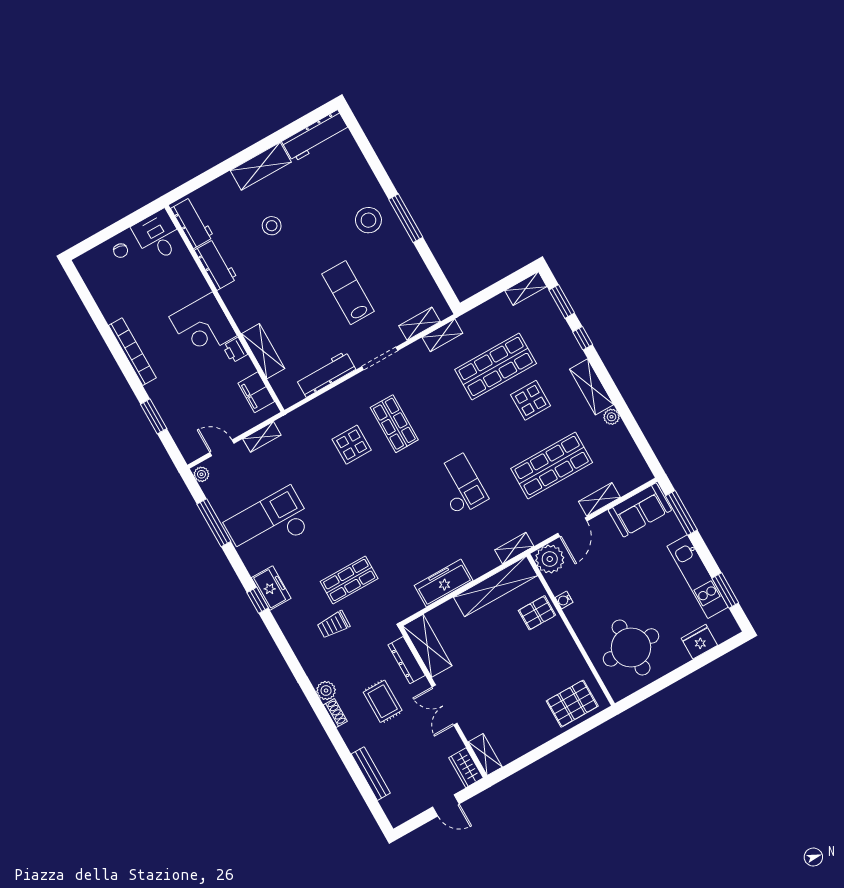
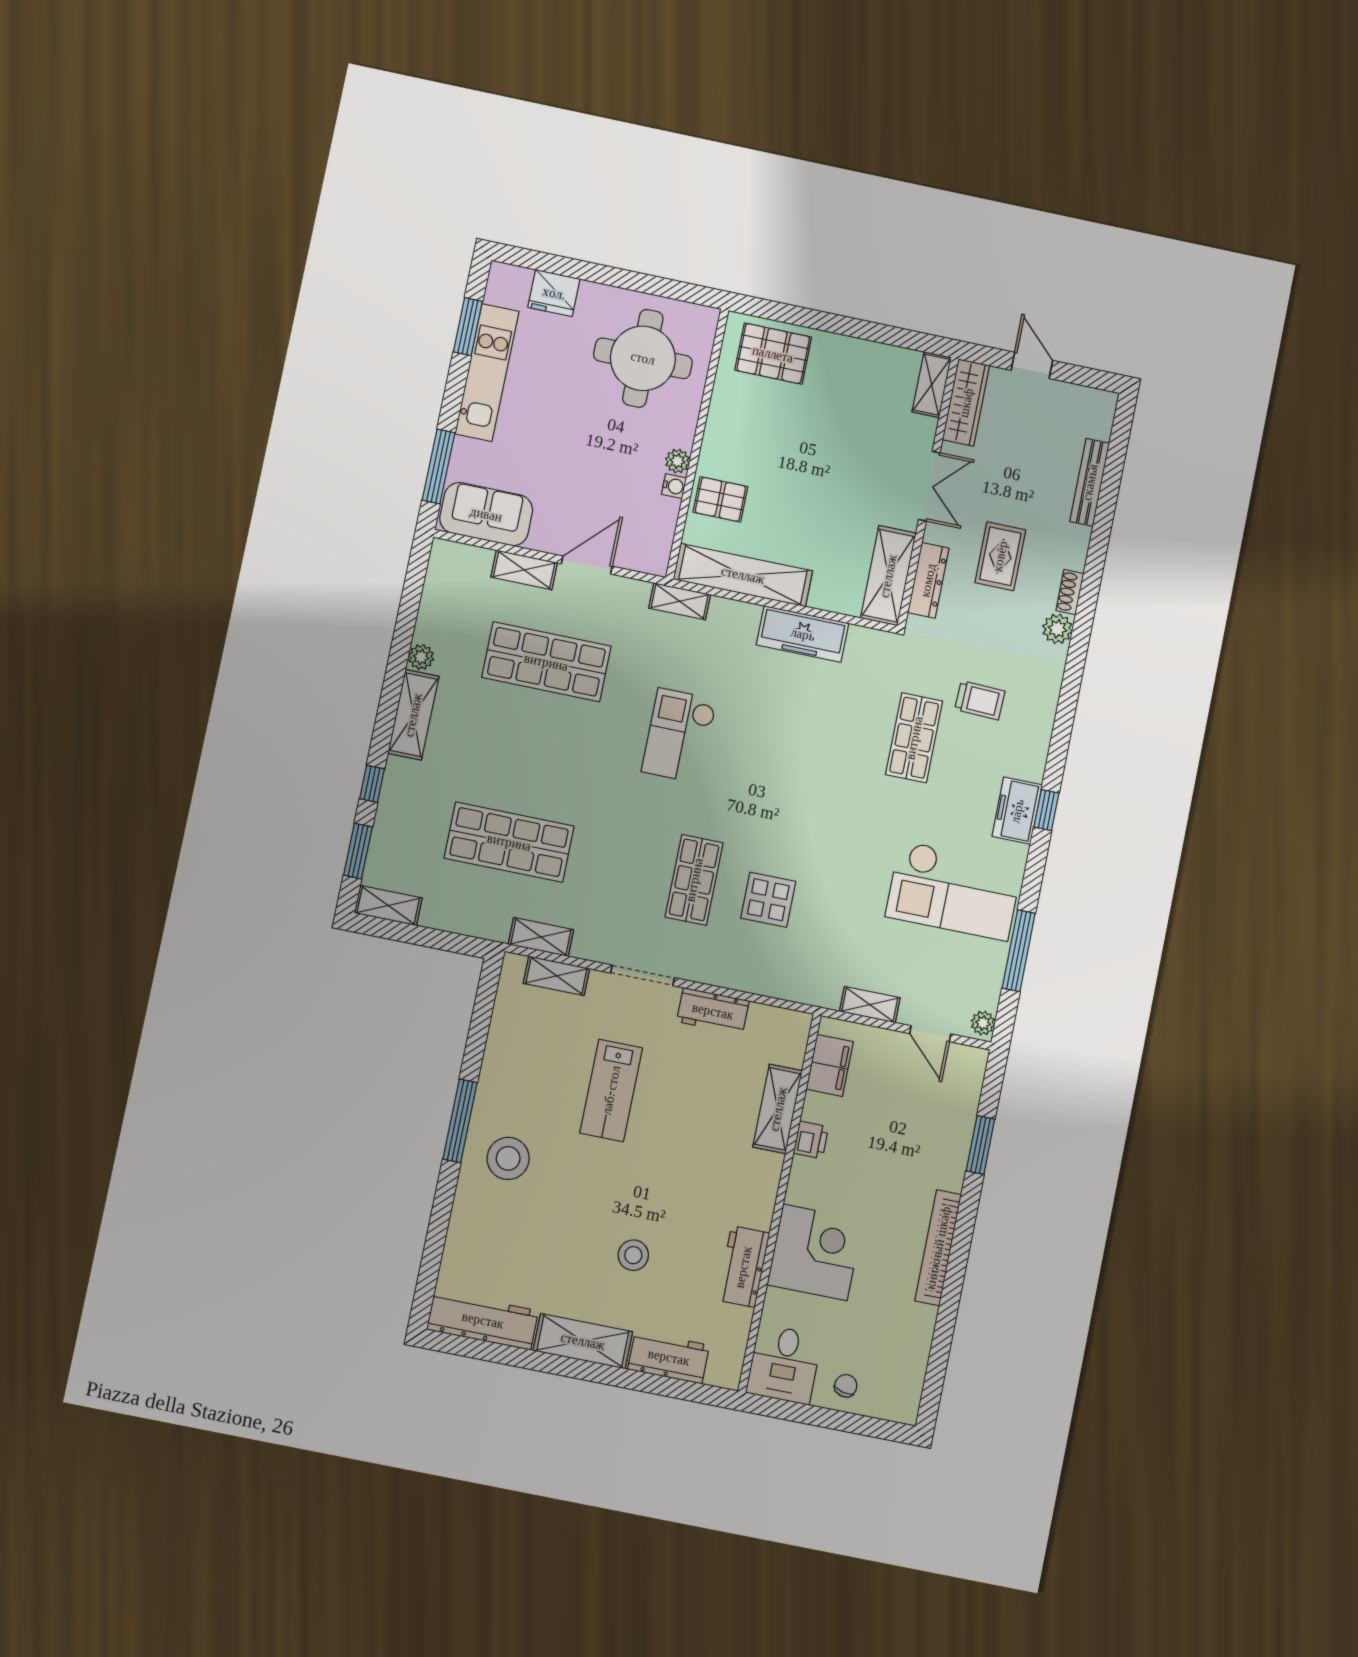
workbench: (192, 223) -> (669, 1357), moved, turned 90
corner desk: (203, 326) -> (815, 1252), moved
workbench: (326, 374) -> (713, 1011), width x0.73
display table: (531, 400) -> (502, 763), removed
plant: (550, 559) -> (677, 461), moved, width x0.53, depth x0.53
shop shelf: (349, 580) -> (914, 738), turned 90
wardrobe: (466, 768) -> (966, 403), width x1.50

